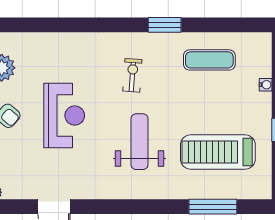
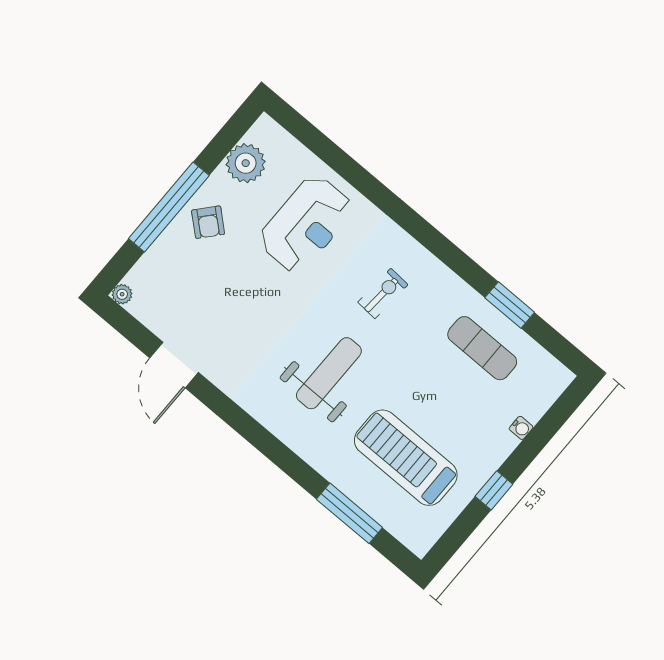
window: (165, 25) -> (510, 305), moved
reception desk: (64, 115) -> (306, 224), moved

